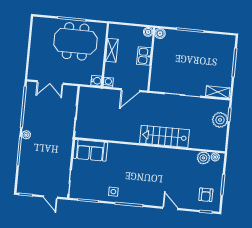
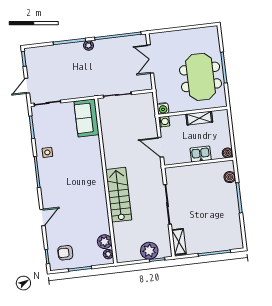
boiler: (160, 34) -> (230, 177), moved

